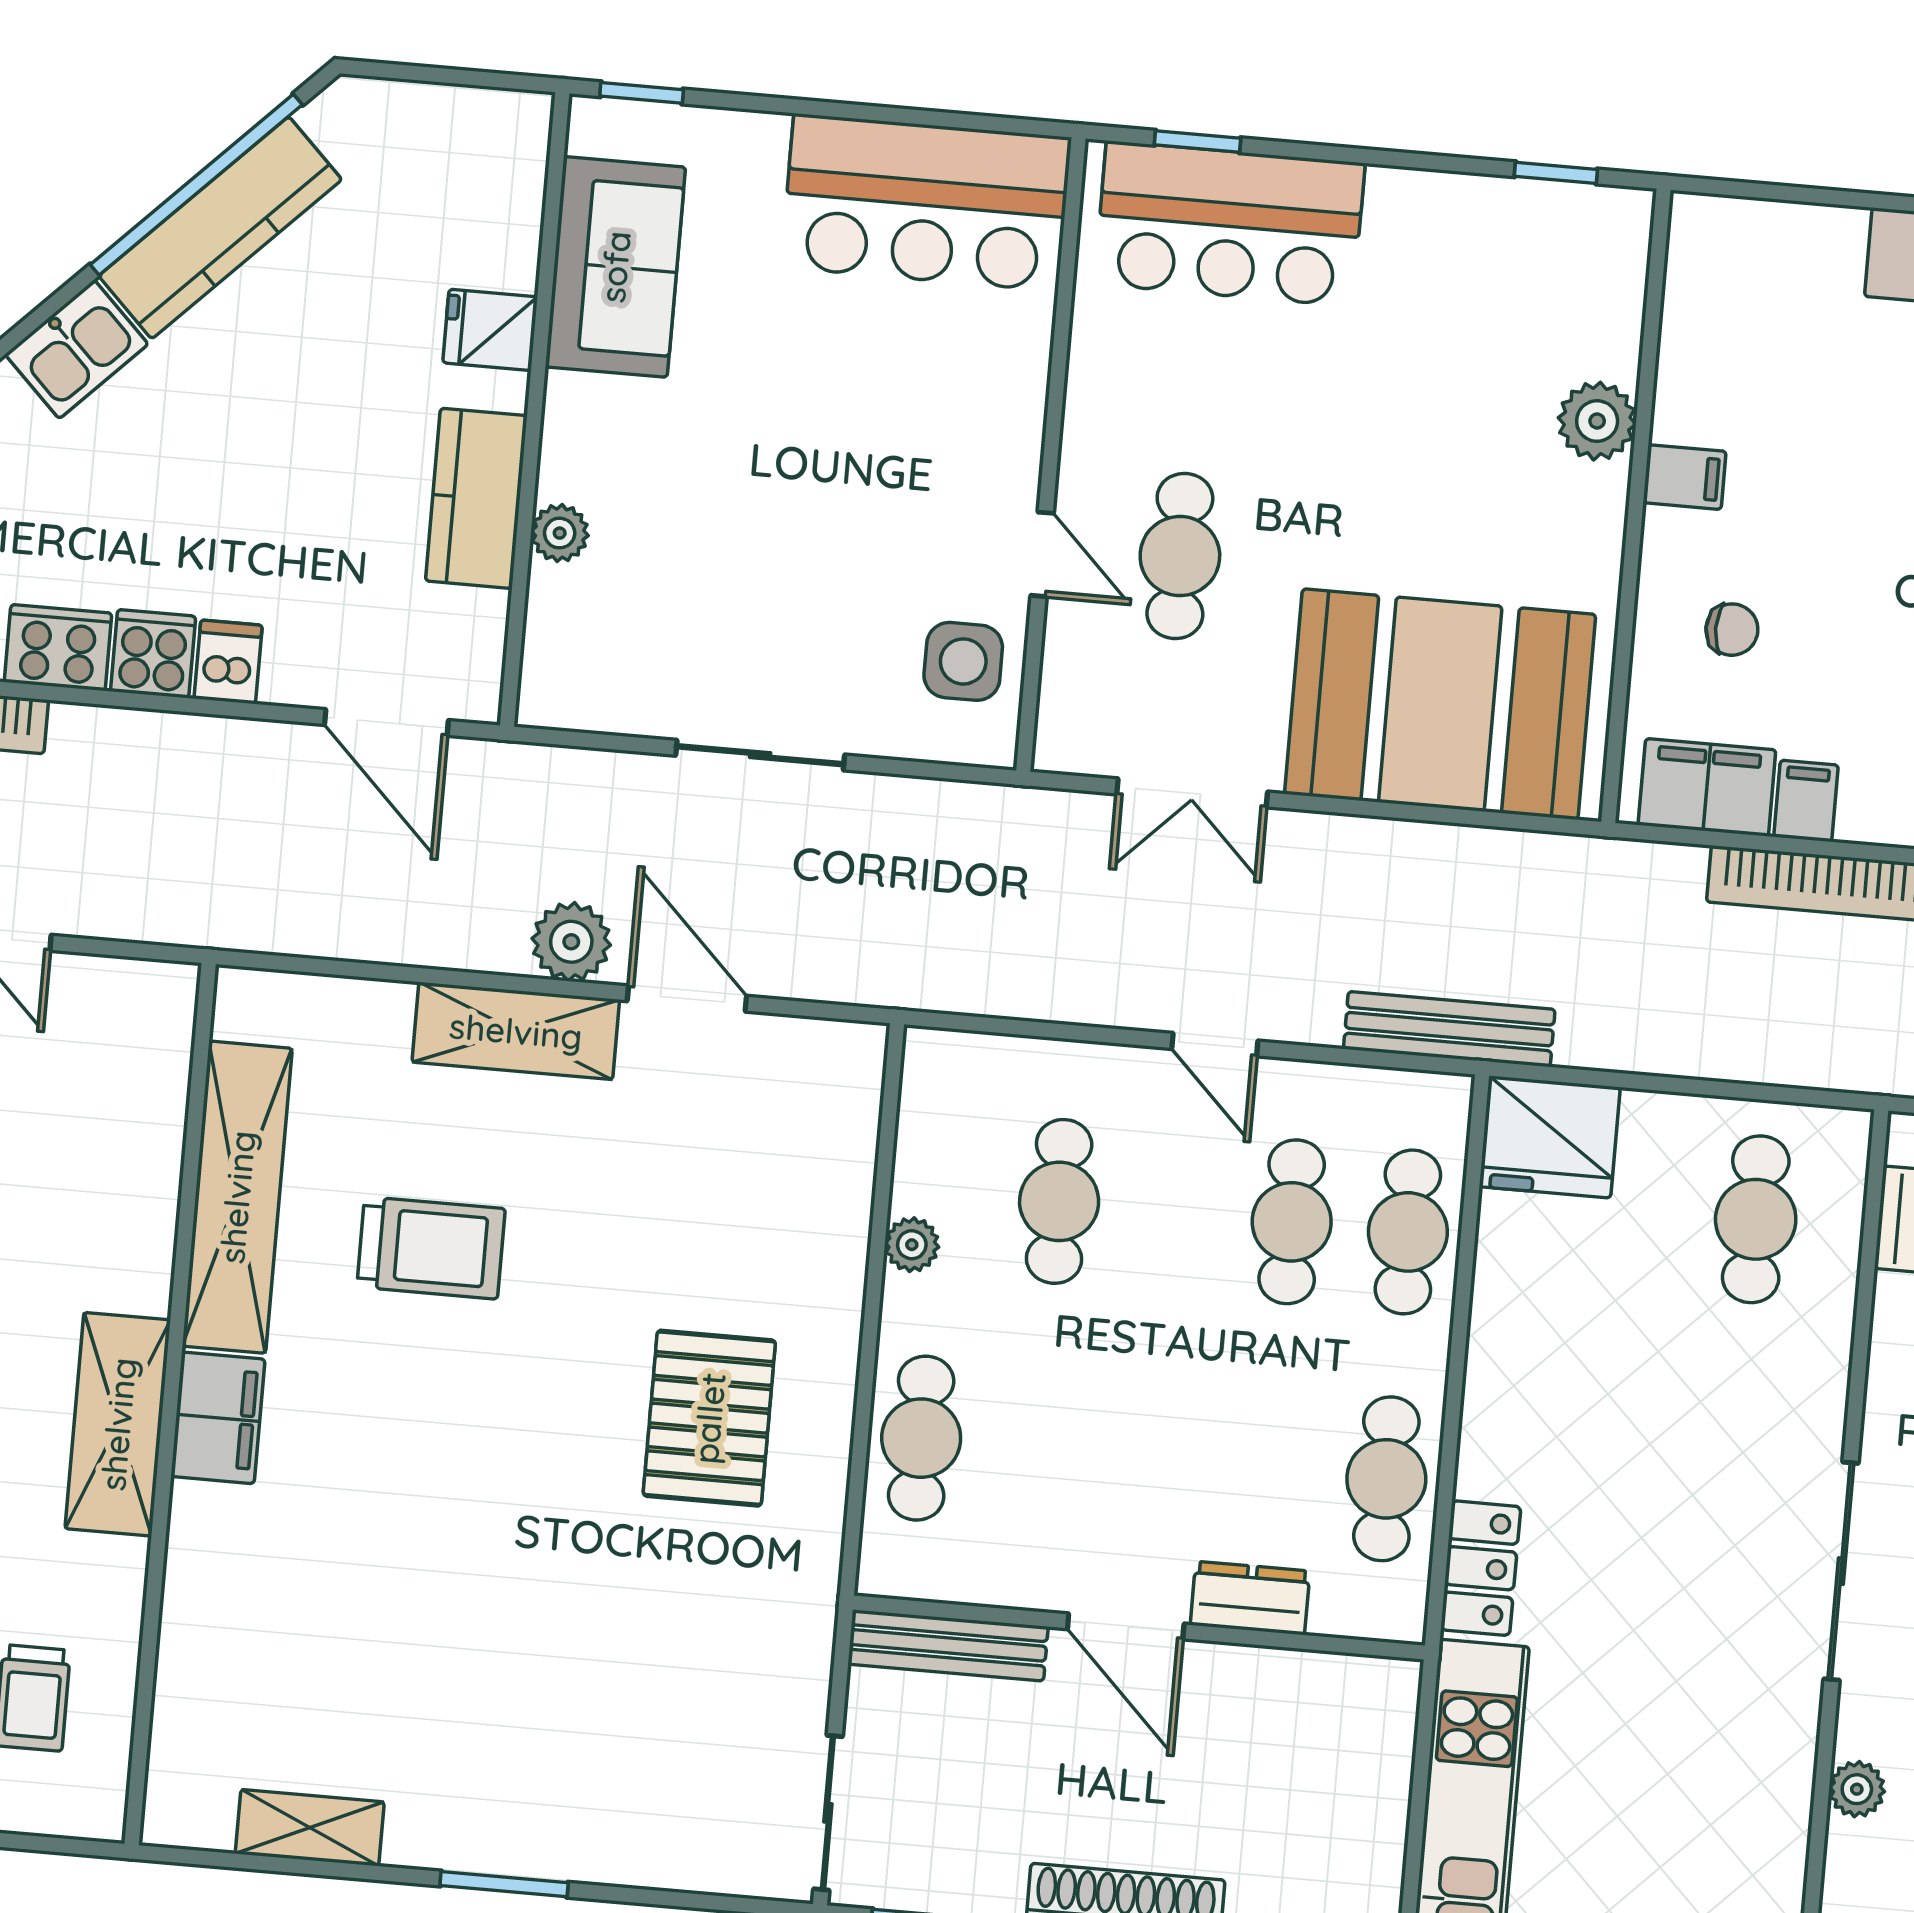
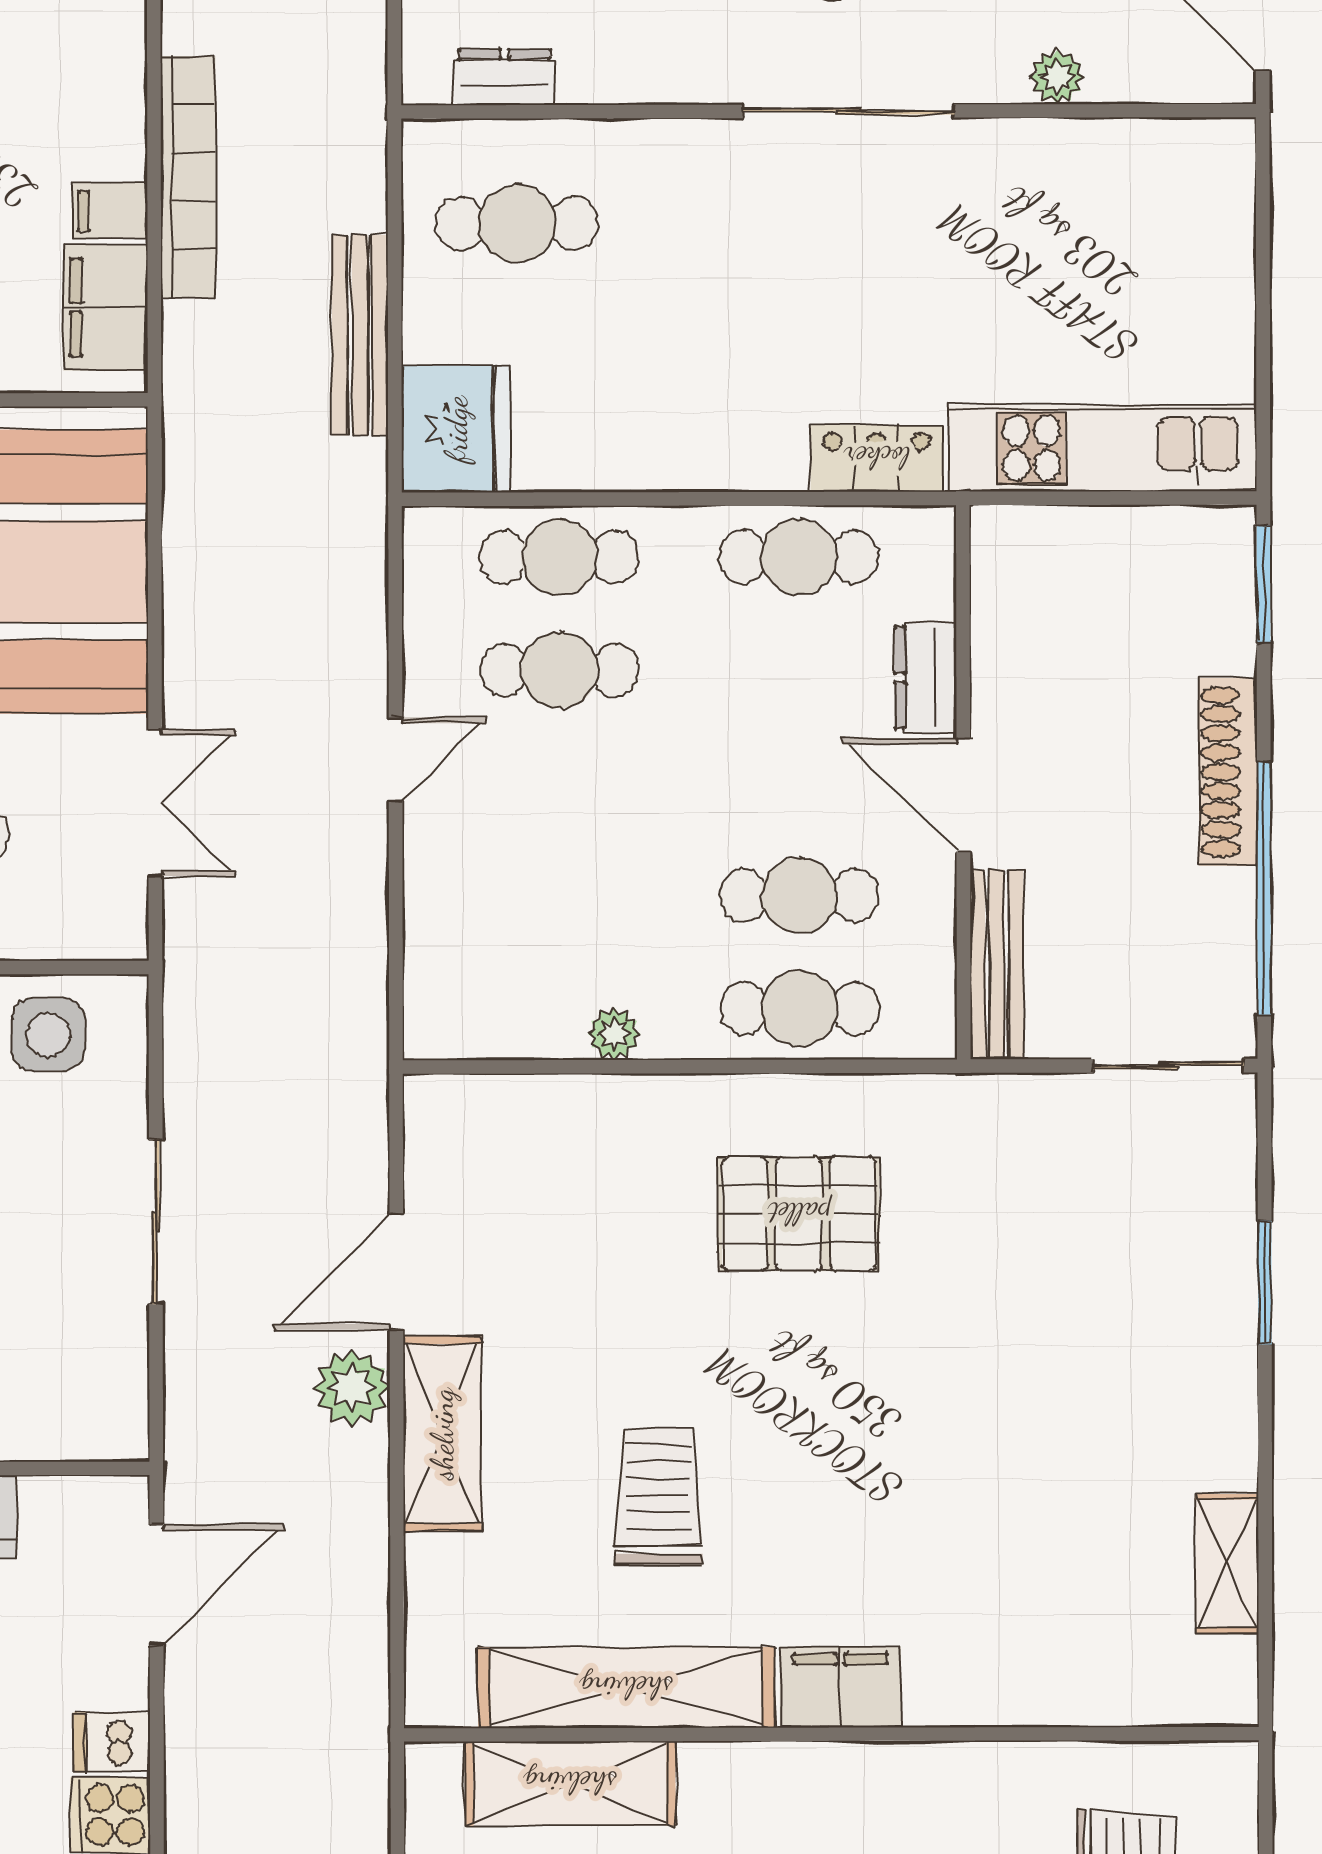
bench: (1449, 1029) -> (360, 335), moved
cafe table: (1059, 1201) -> (799, 895), moved
shelving: (118, 1424) -> (570, 1783), moved
door: (1126, 1626) -> (963, 795), swing flipped
window: (504, 1884) -> (1265, 1283), moved

